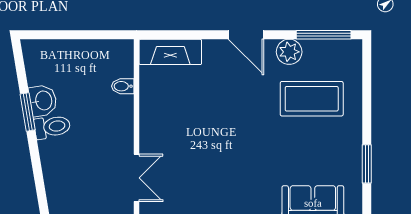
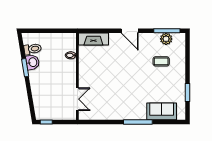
plant: (289, 52) -> (166, 39), moved
coffee table: (312, 99) -> (161, 61), width x0.54, depth x0.58
toilet: (52, 127) -> (33, 49), moved

